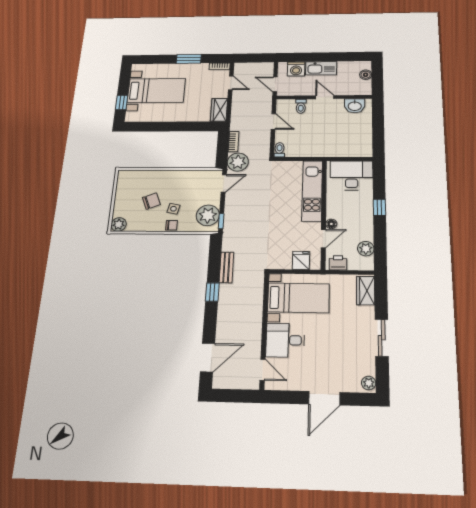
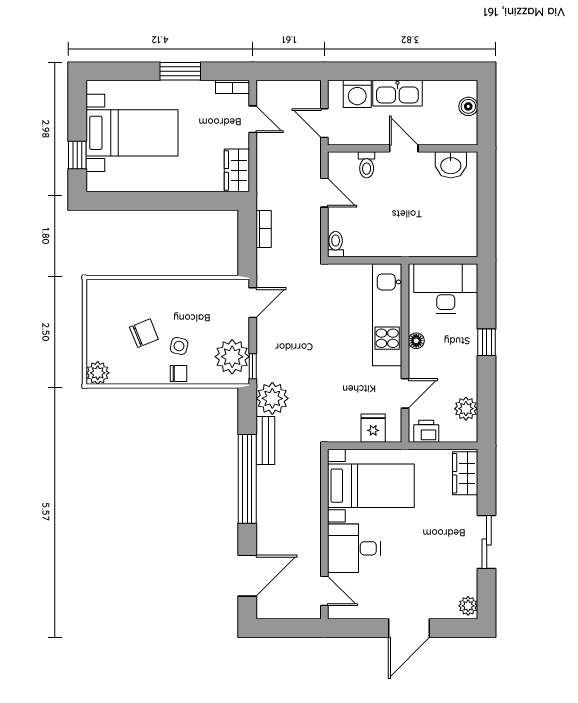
plant: (238, 162) -> (272, 398), moved
floor lamp: (331, 224) -> (416, 341), moved
window: (212, 292) -> (247, 479), width x3.17

